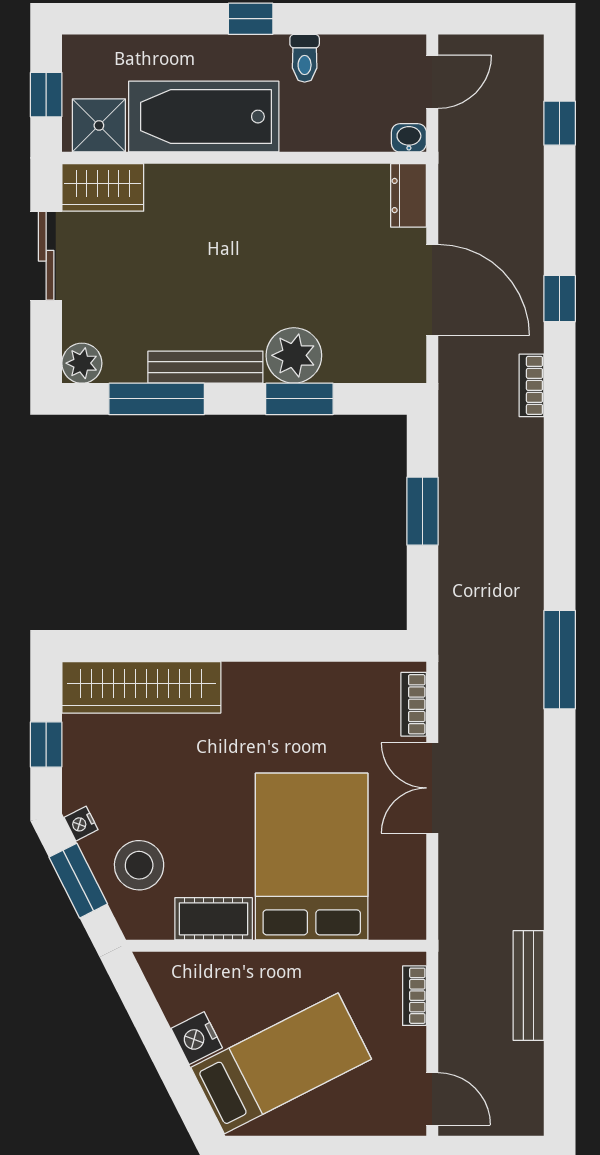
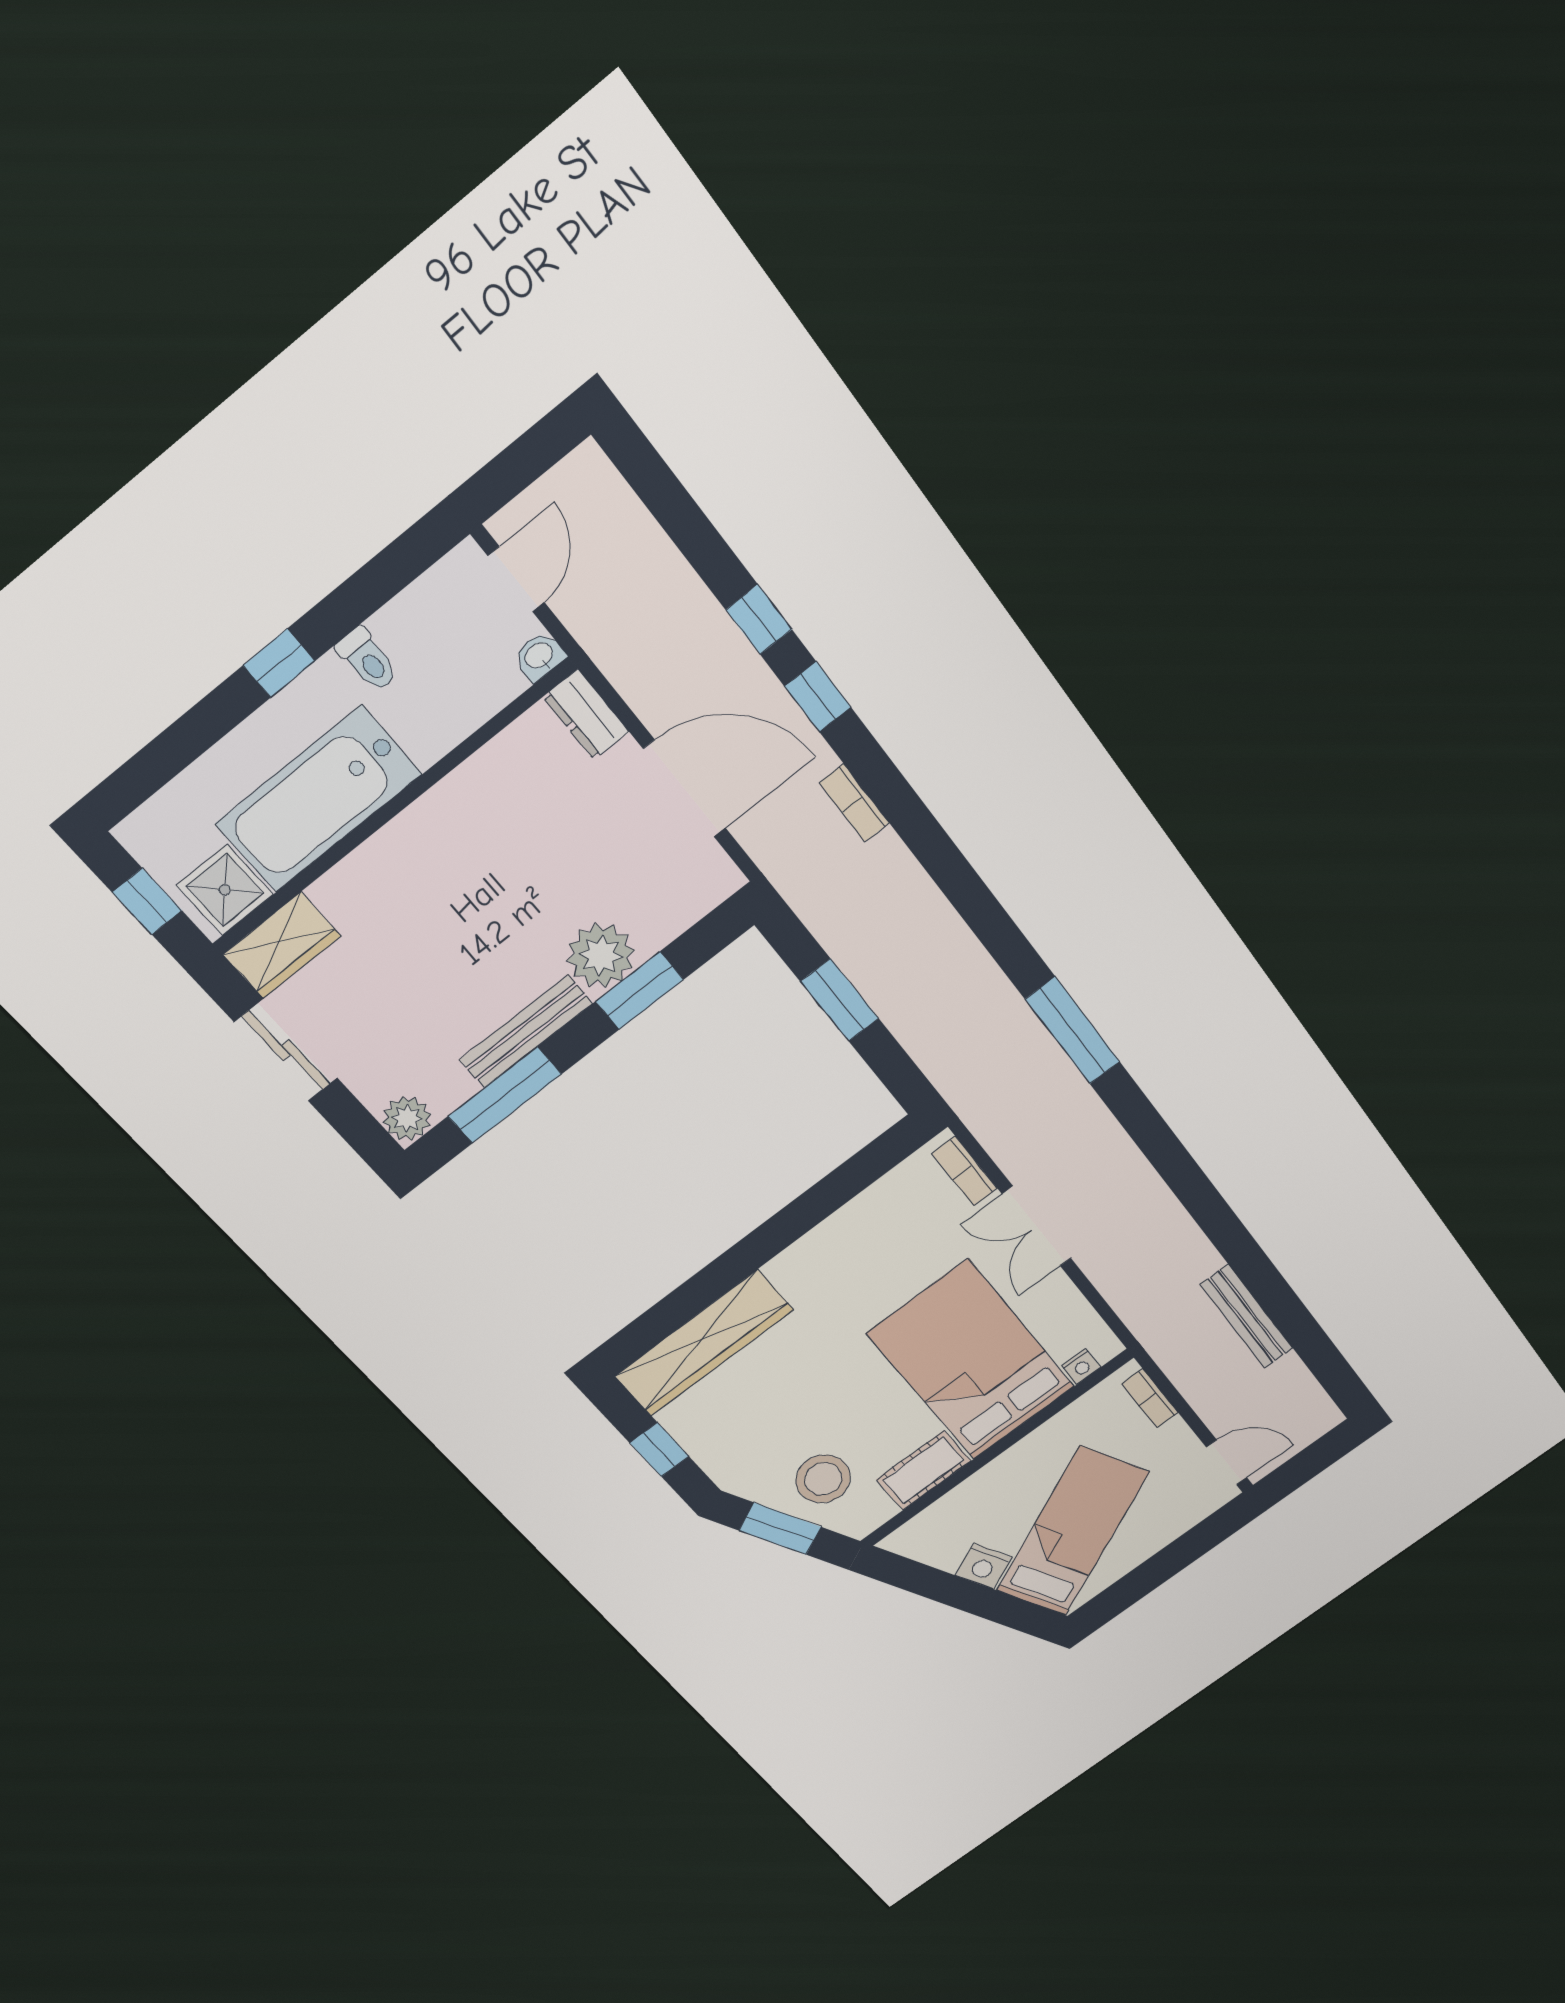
window: (560, 123) -> (759, 620), moved
nightstand: (81, 824) -> (1081, 1366), moved, turned -63

